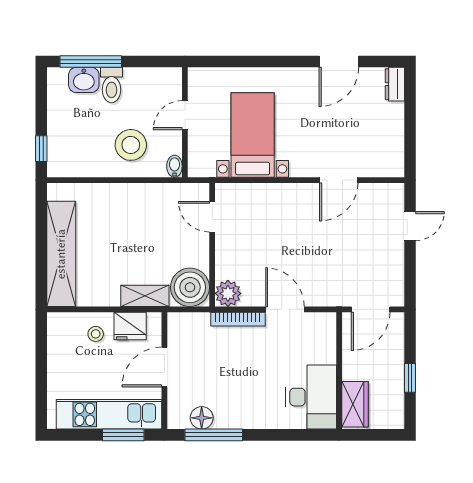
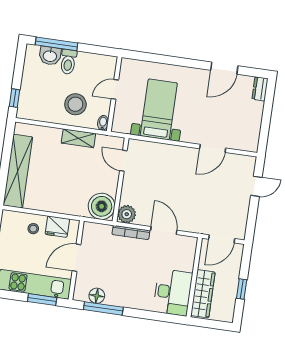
shelving: (145, 296) -> (78, 138), moved
wardrobe: (355, 404) -> (203, 294), width x1.50

